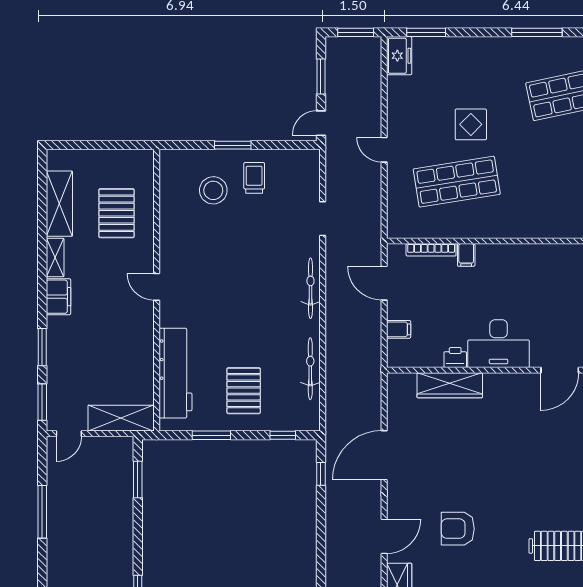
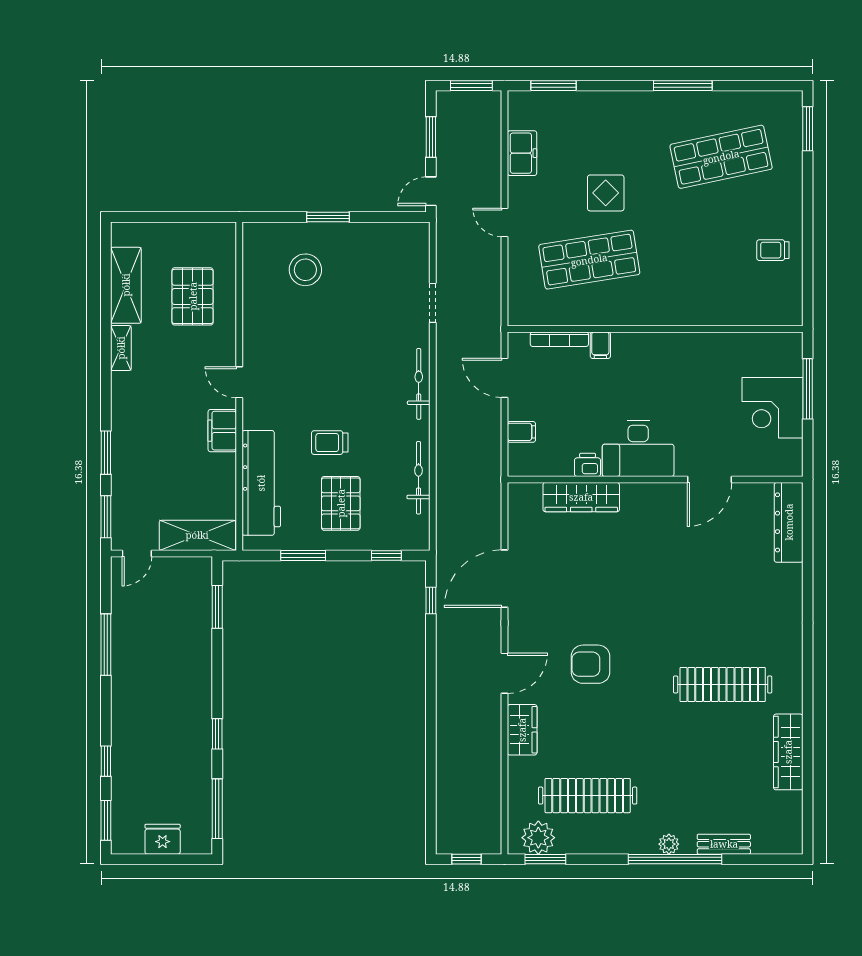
freezer: (399, 56) -> (522, 153), moved
trolley: (254, 178) -> (330, 443), moved, turned -90
filing cabinet: (58, 297) -> (222, 431), moved, turned 180

